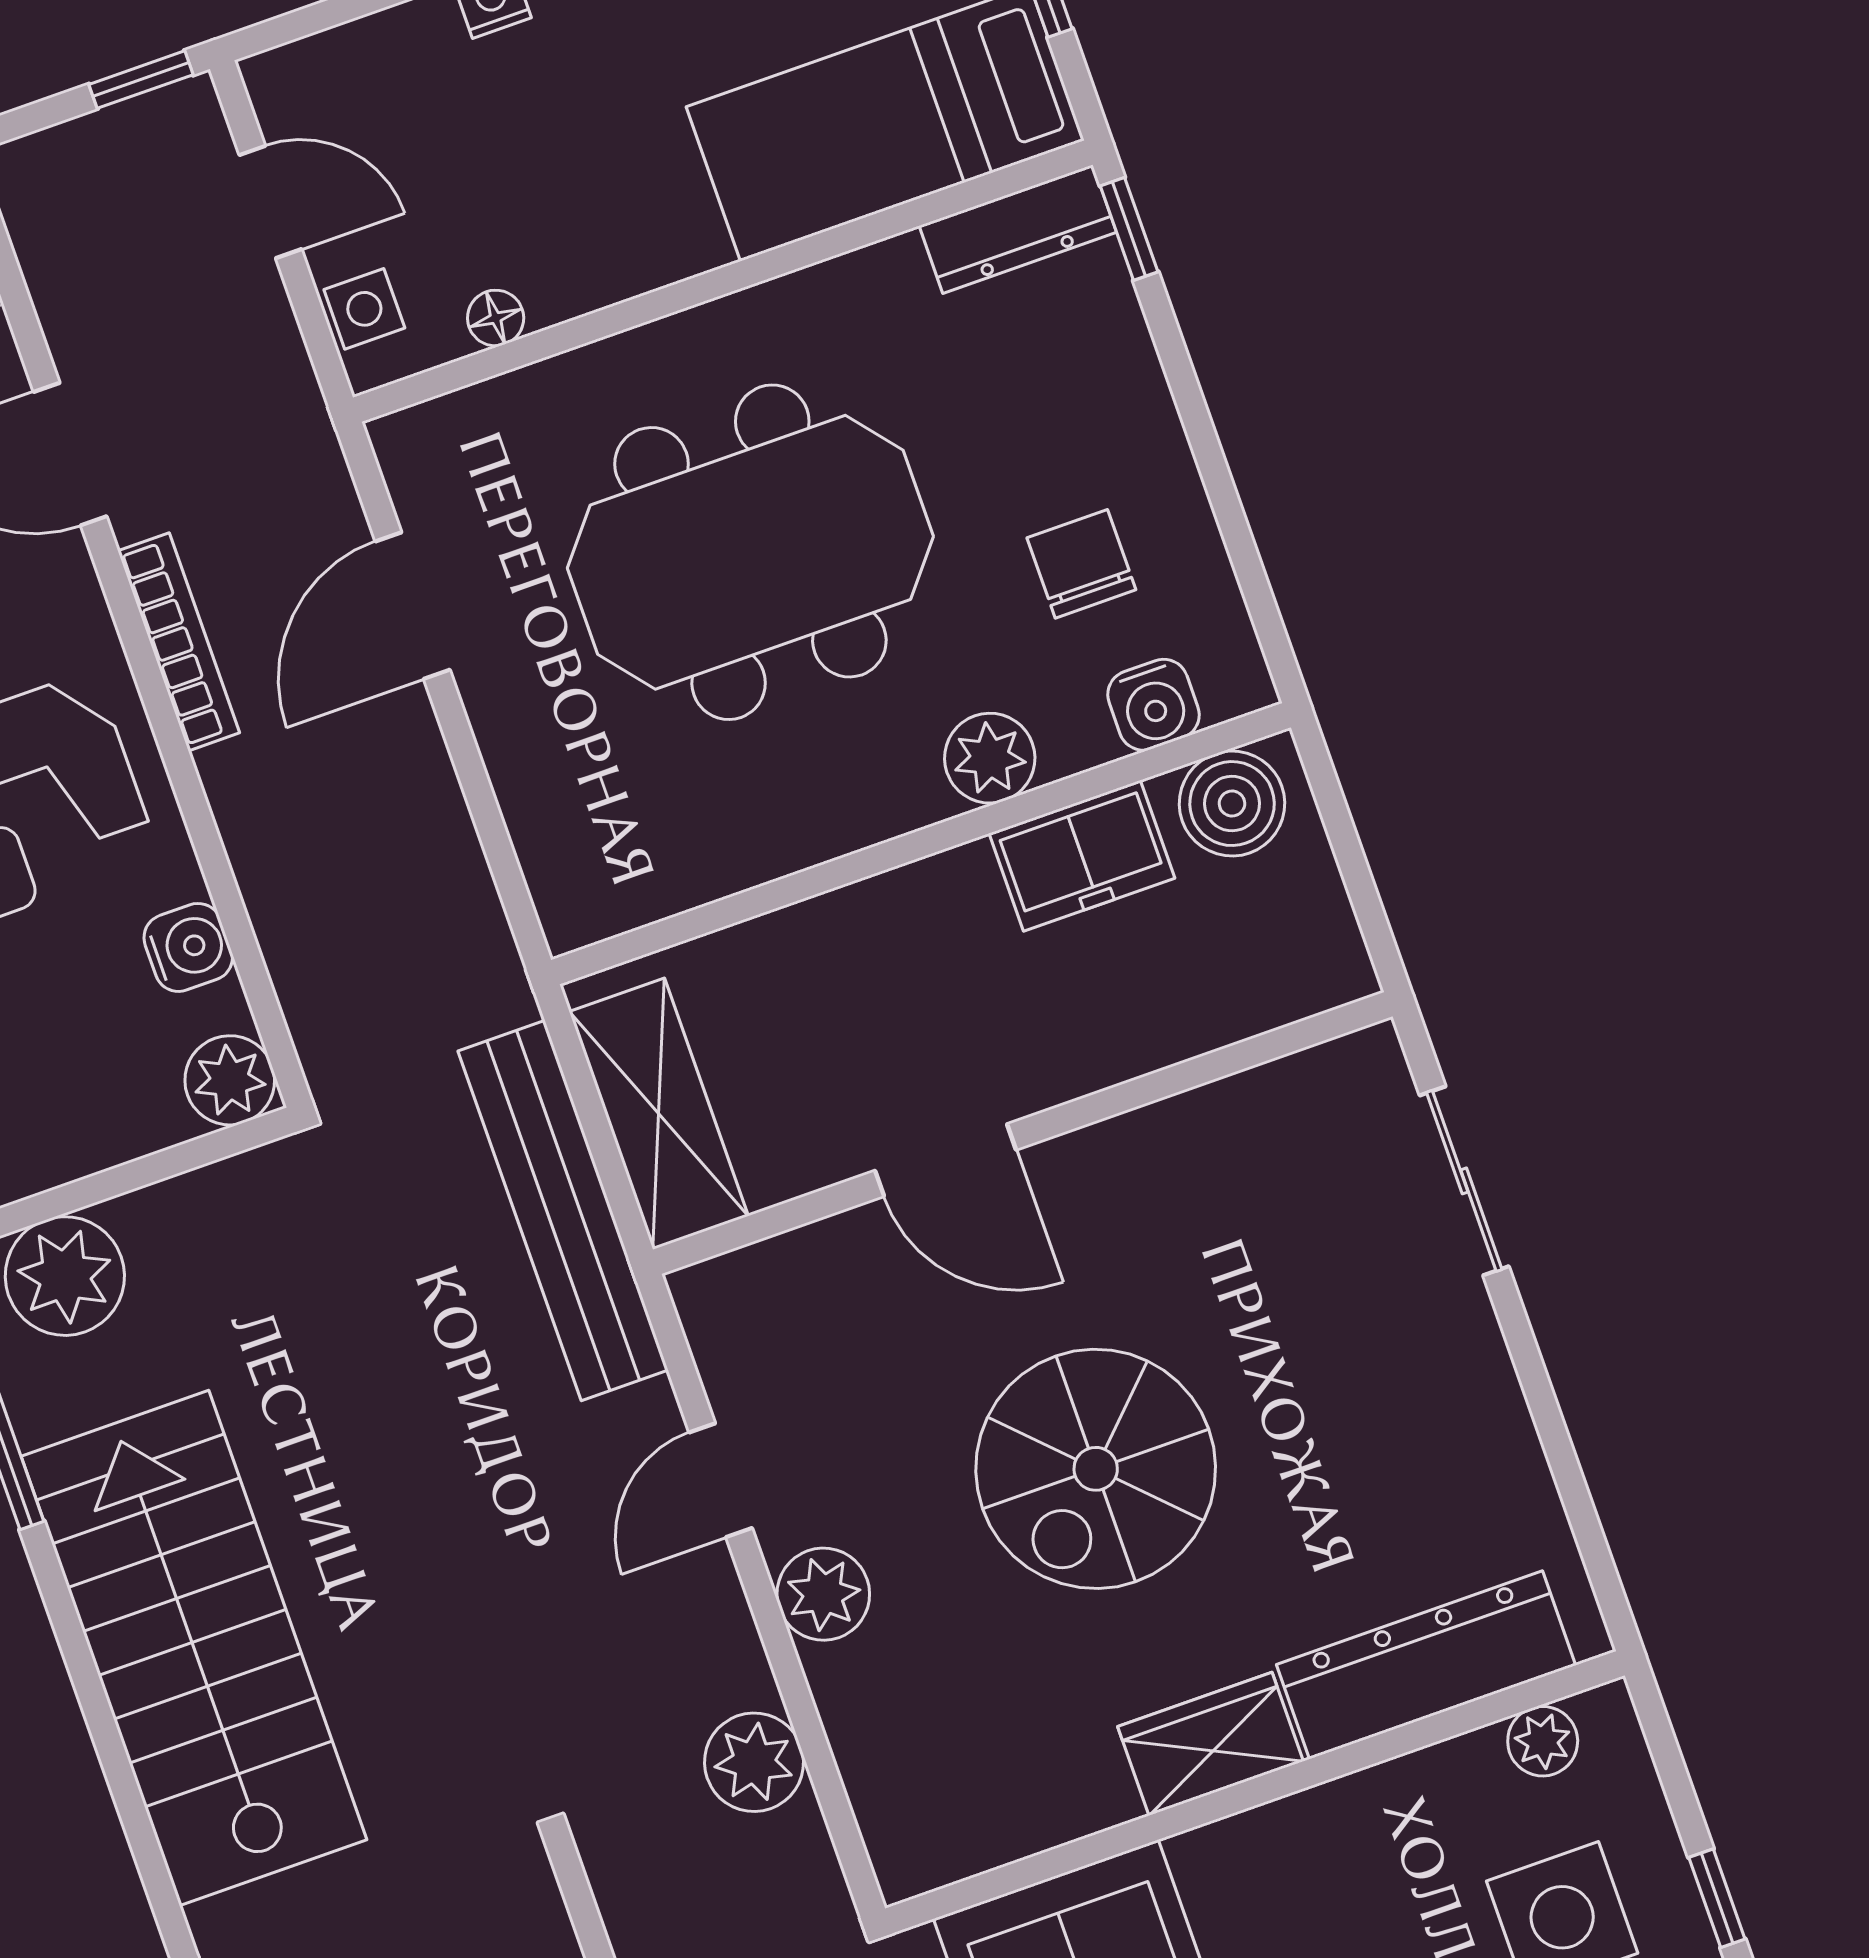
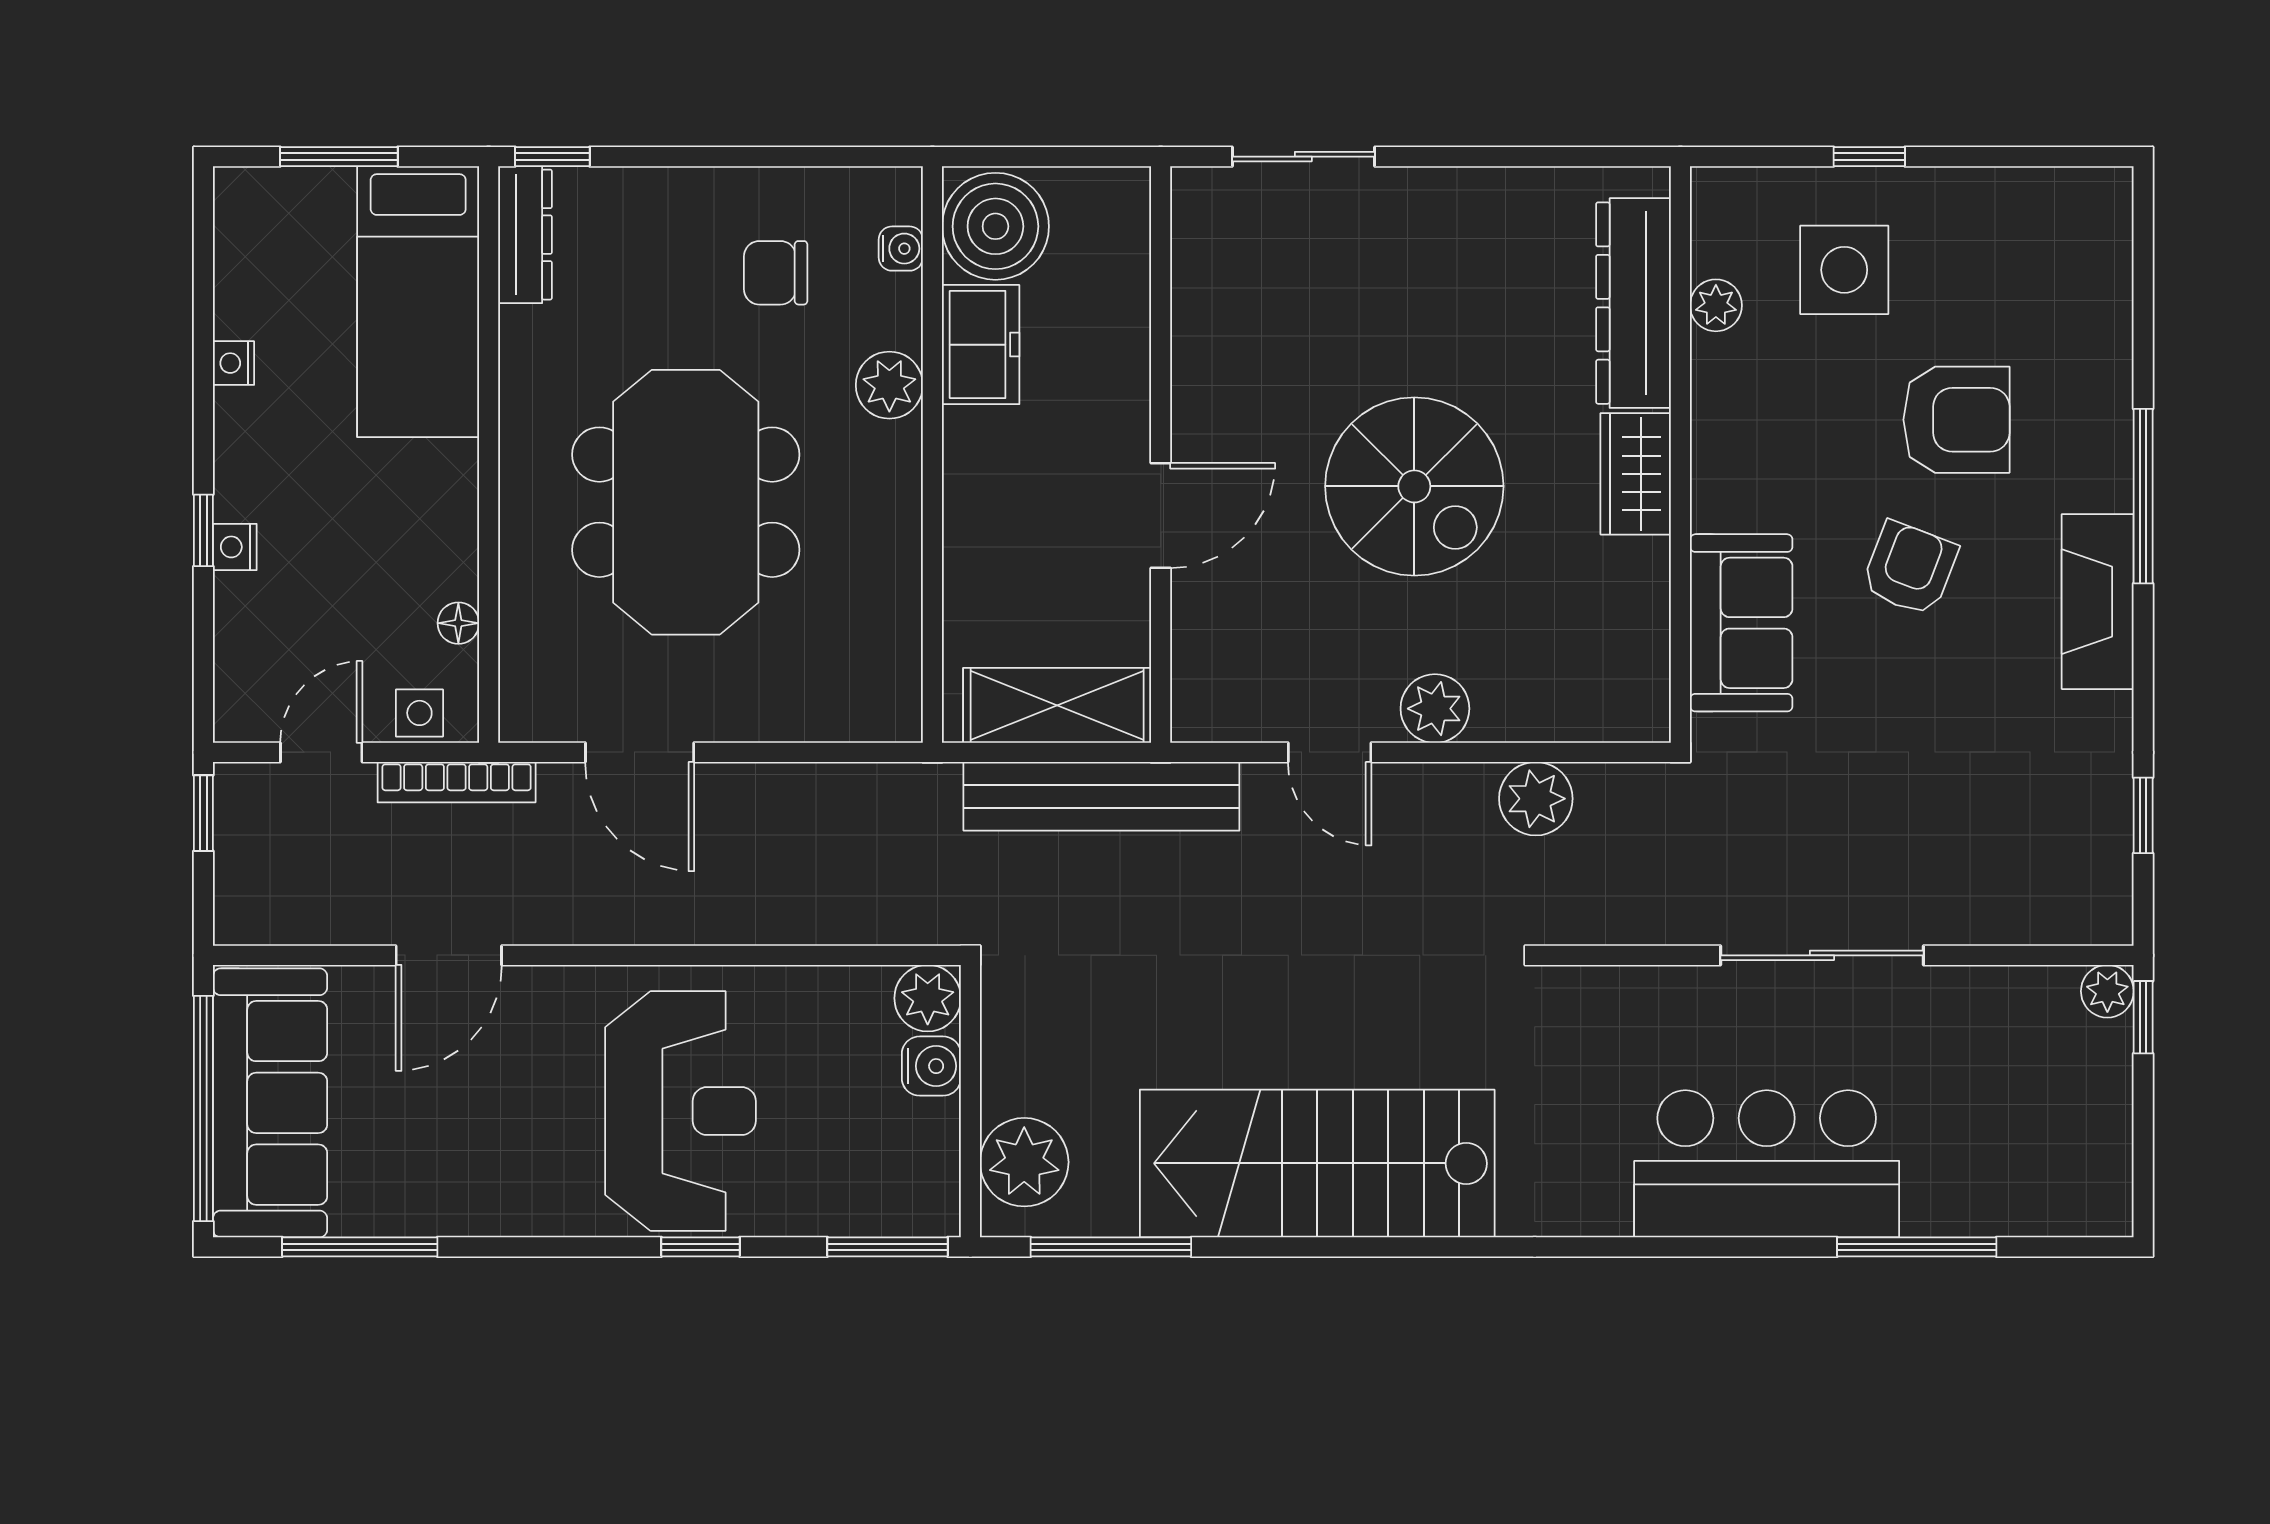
bookcase: (179, 642) -> (457, 782), moved, turned 180
water cooler: (1153, 705) -> (901, 249), width x0.72, depth x0.72
boiler: (1232, 804) -> (995, 226), width x1.37, depth x1.37
water cooler: (188, 947) -> (931, 1066), moved, turned 90
plant: (1543, 1741) -> (1716, 305), moved

